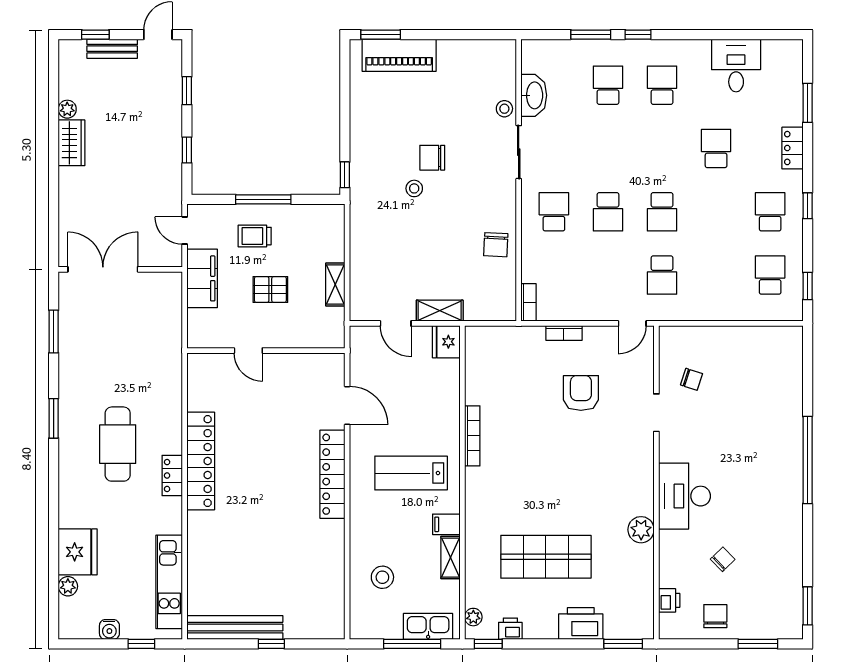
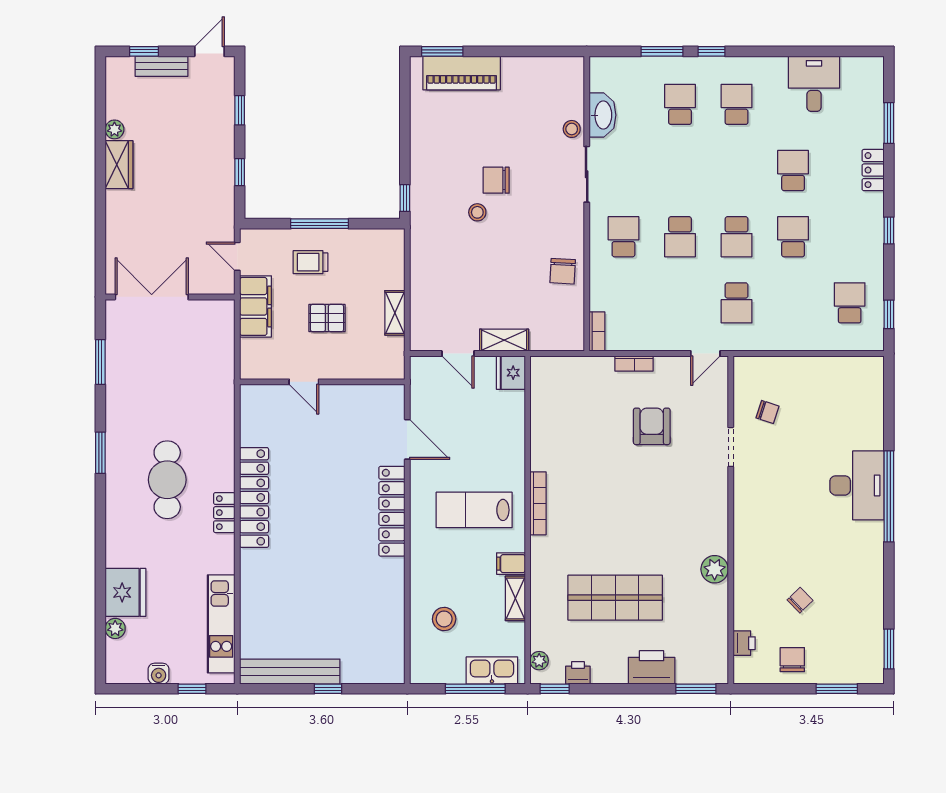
school desk: (770, 212) -> (793, 237), moved
bookcase: (472, 436) -> (538, 503), moved
desk: (685, 496) -> (857, 485), moved, turned 180

